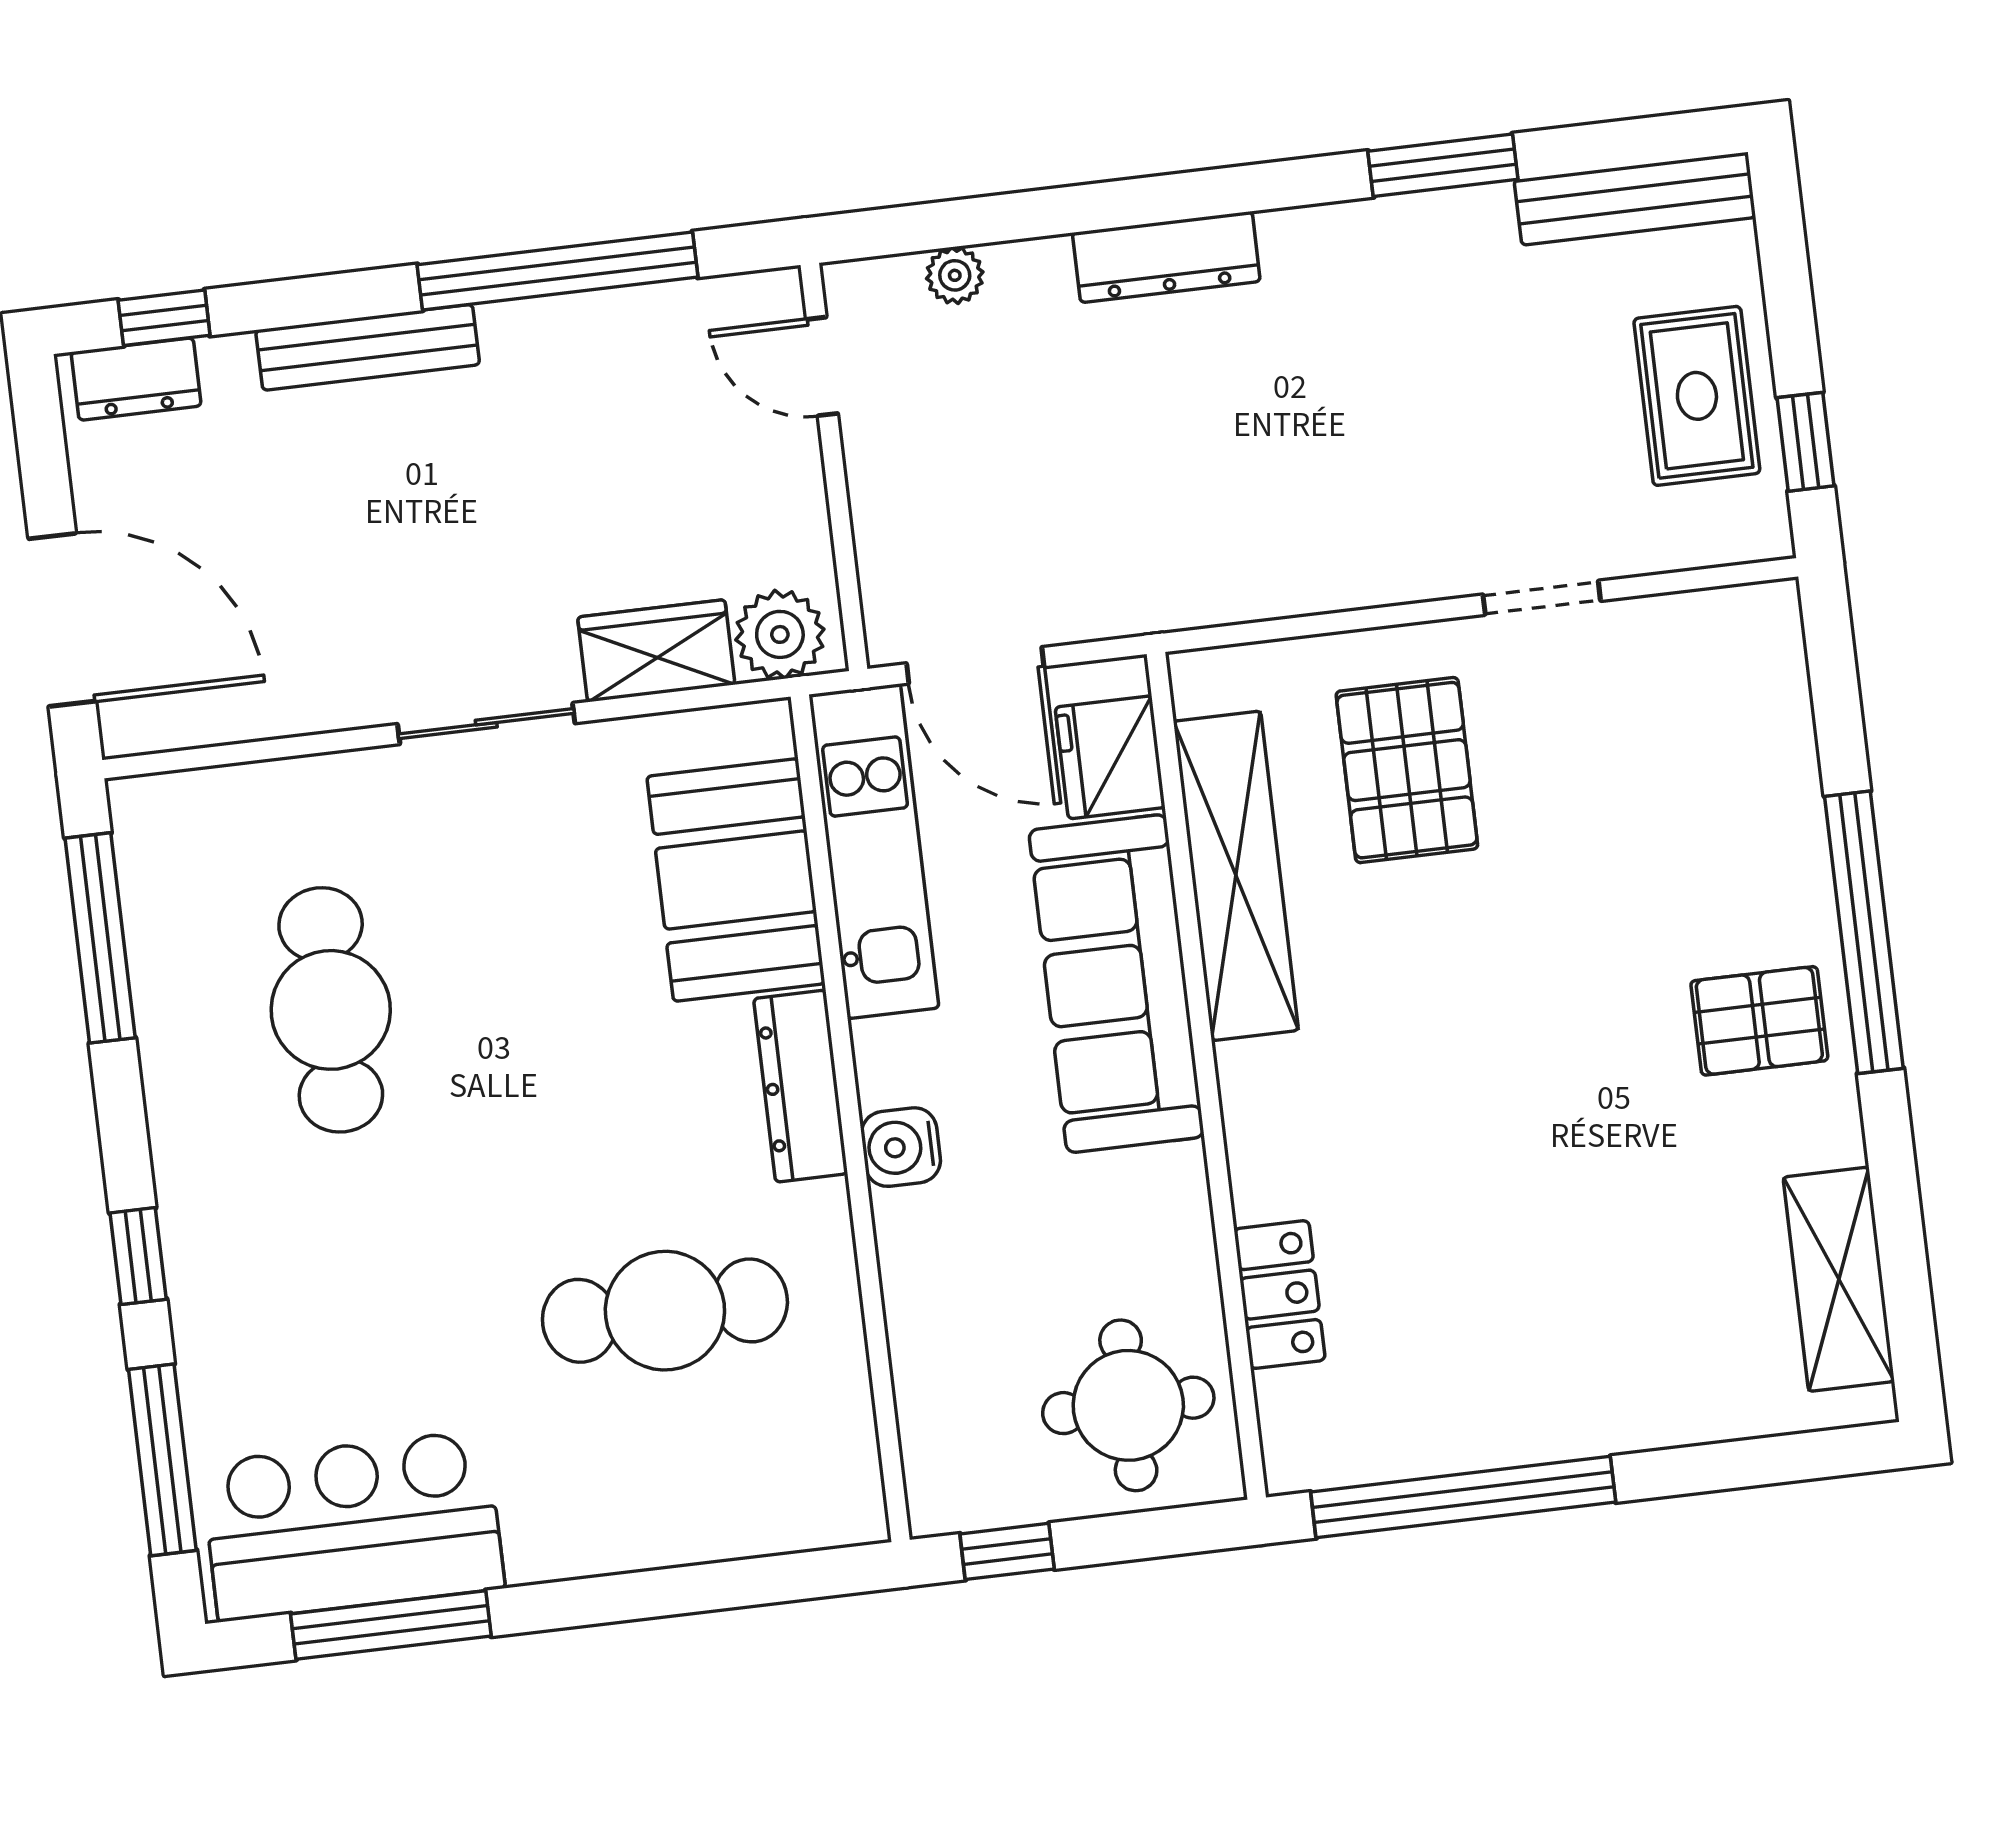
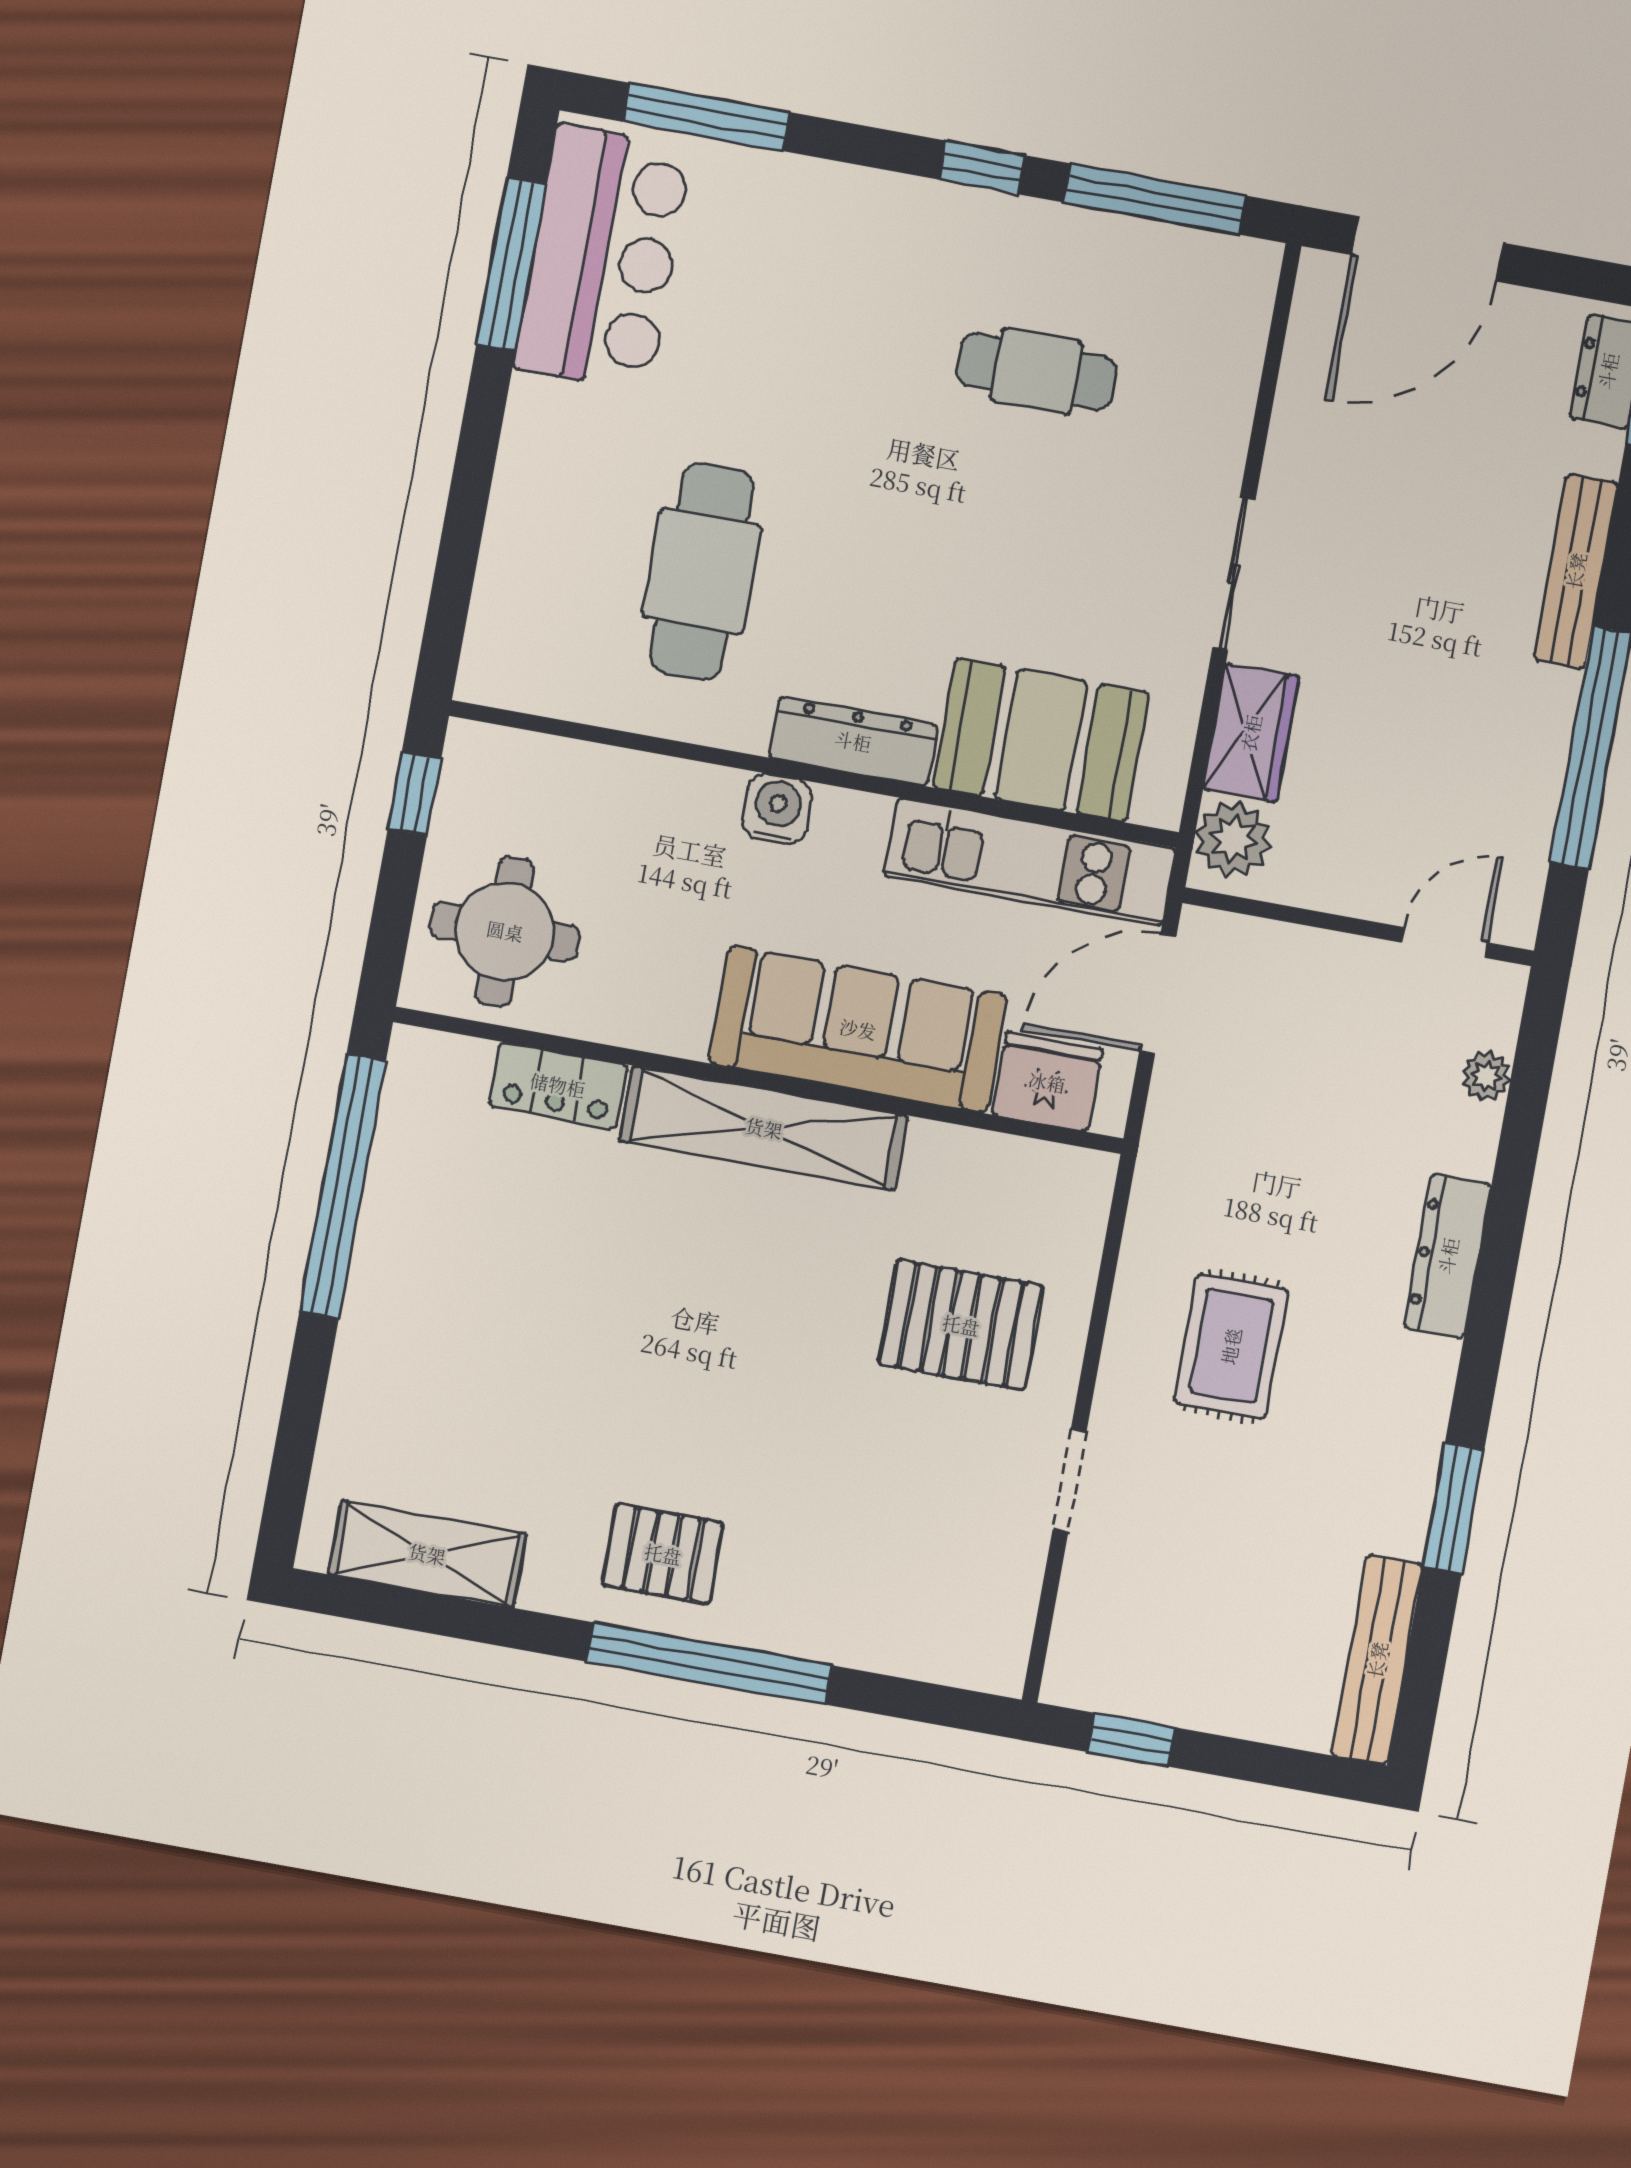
rug: (1697, 396) -> (1231, 1346), moved, turned 90
shelving: (1236, 876) -> (764, 1128), moved
cafe table: (331, 1010) -> (1036, 371), width x0.73, depth x0.74
pallet: (1759, 1021) -> (663, 1554), turned 90
window: (138, 1256) -> (982, 167), moved

